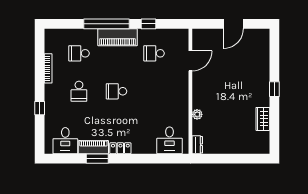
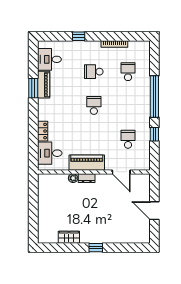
piano: (118, 37) -> (87, 163), moved, turned 90
dresser: (197, 145) -> (87, 178), moved
locker: (120, 148) -> (43, 131), moved

